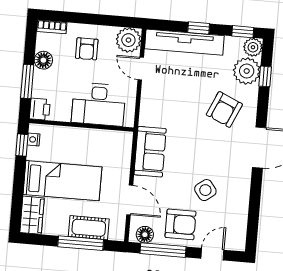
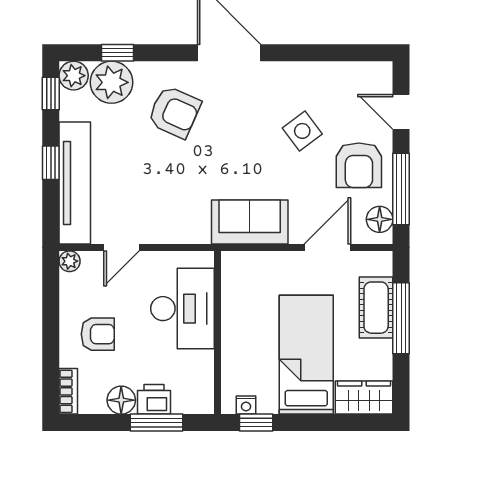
plant: (128, 40) -> (70, 261), width x0.53, depth x0.53
printer: (40, 109) -> (154, 399), moved
armchair: (180, 224) -> (359, 165), turned 180

